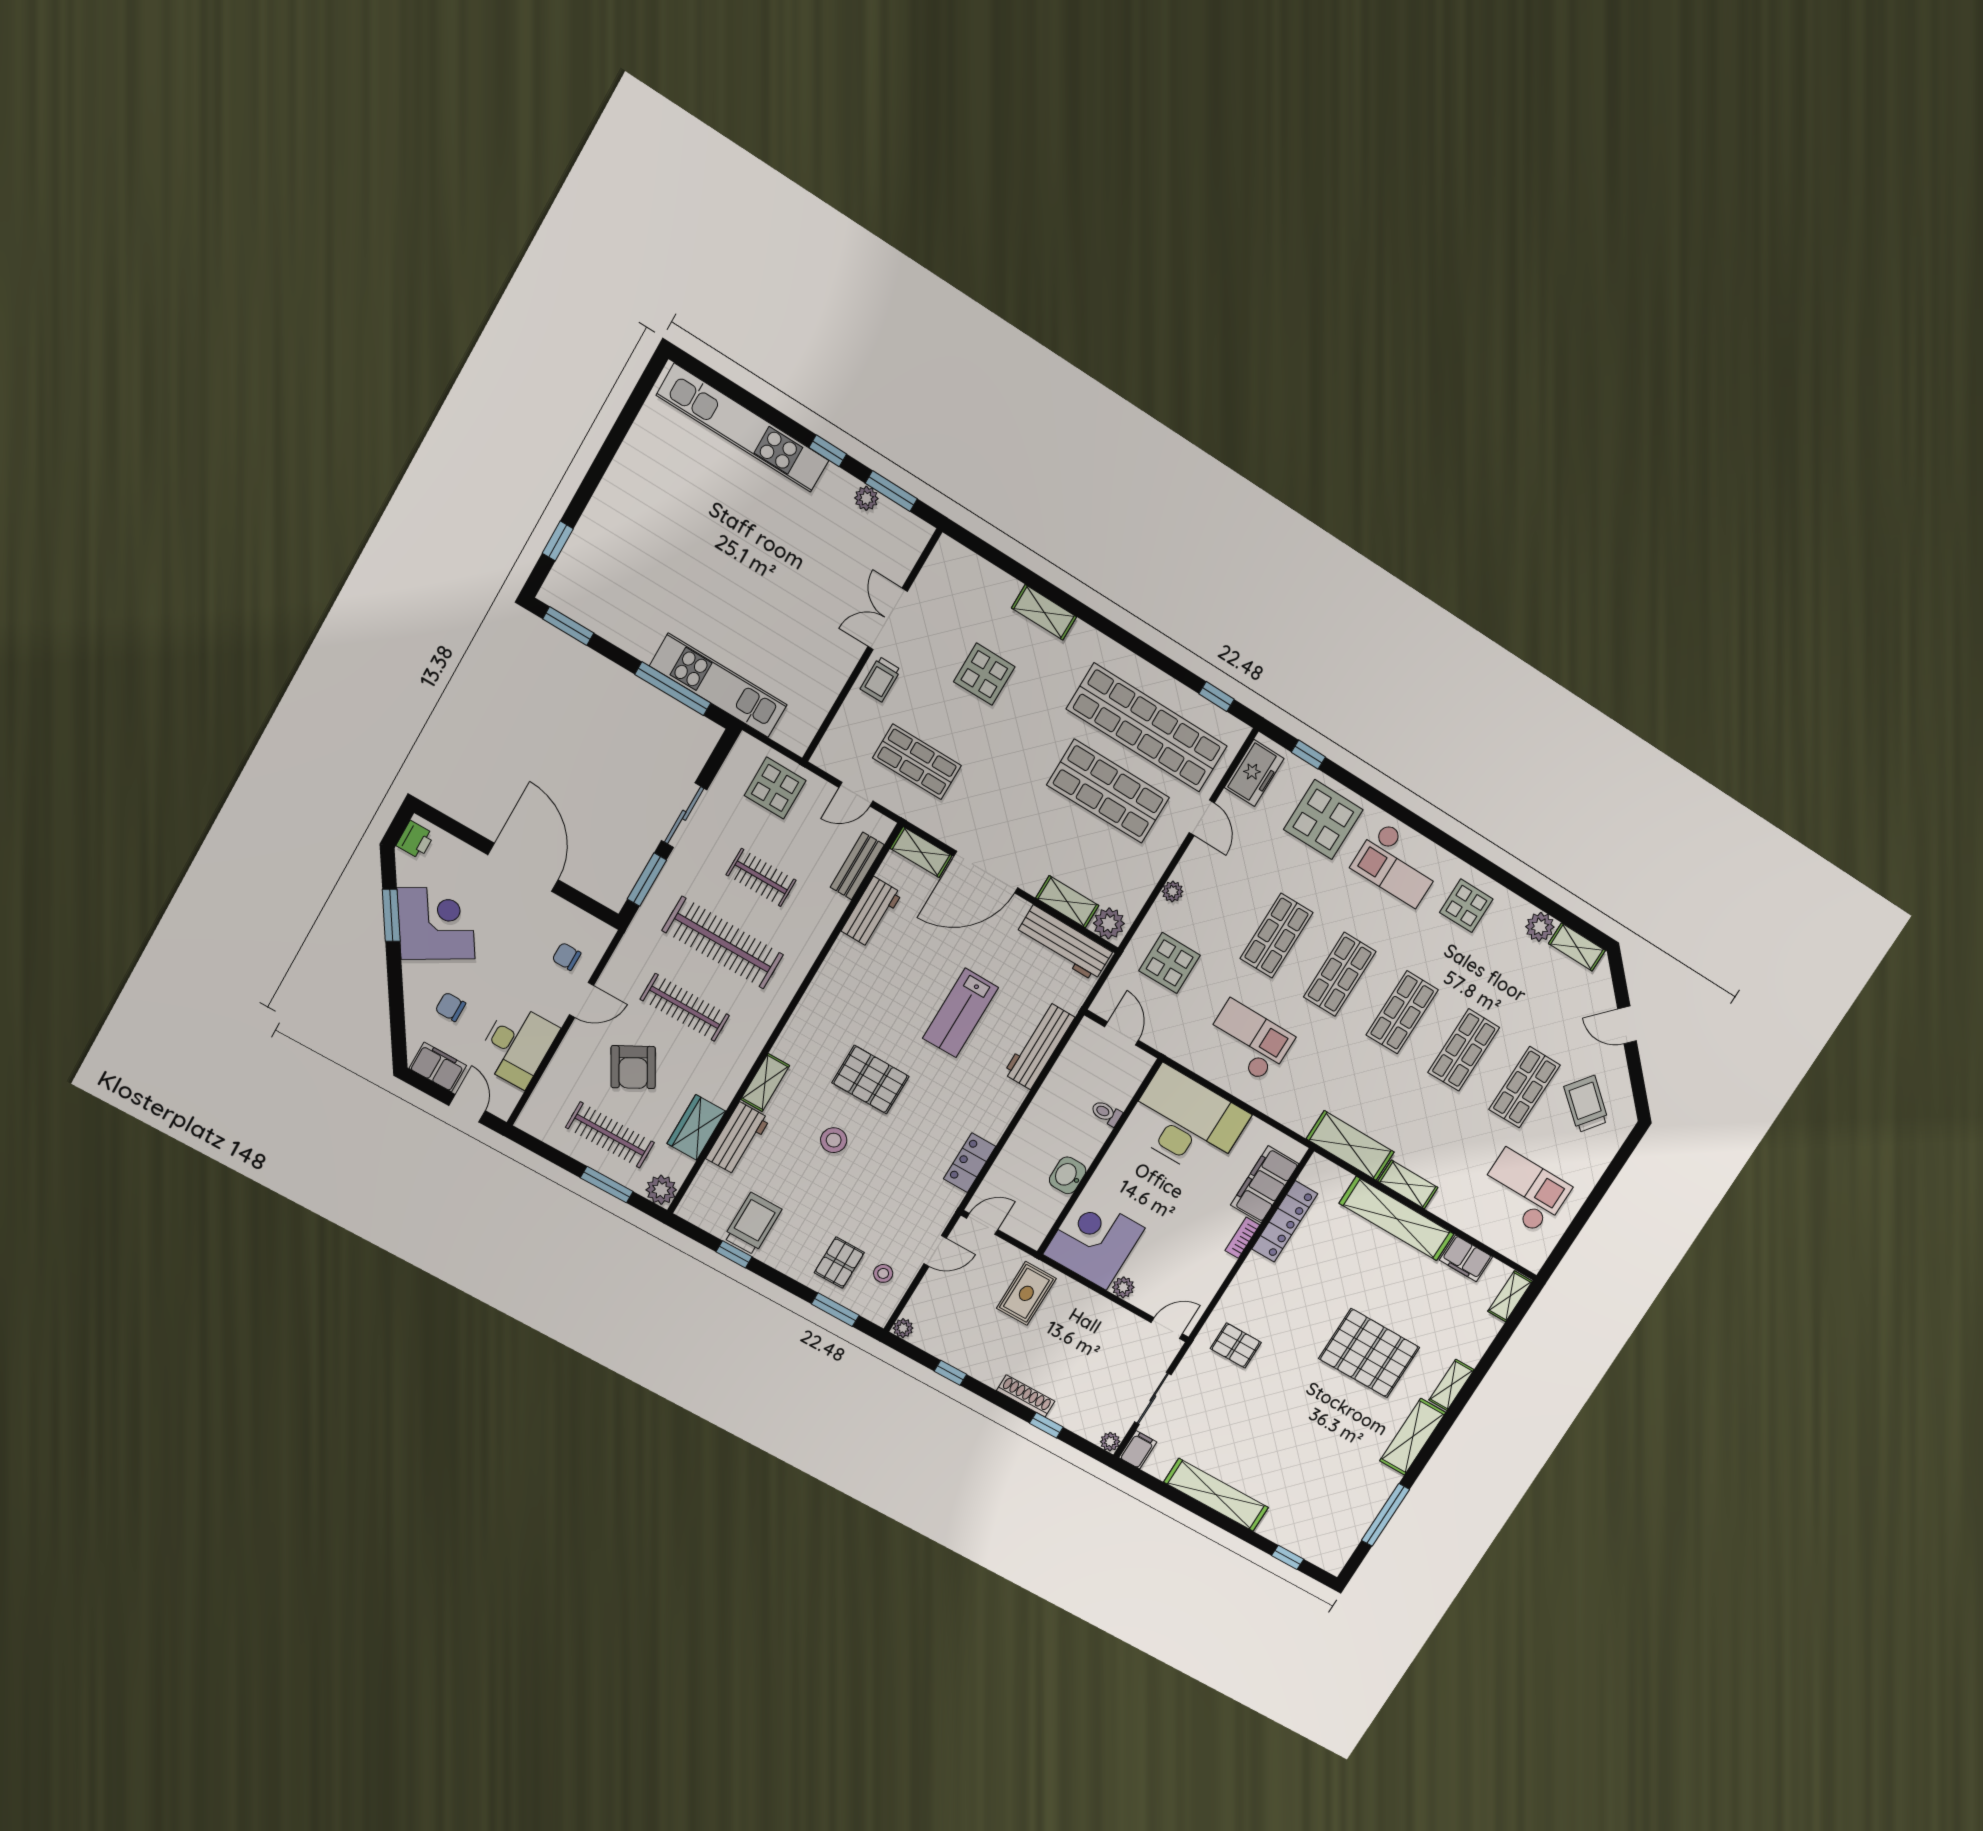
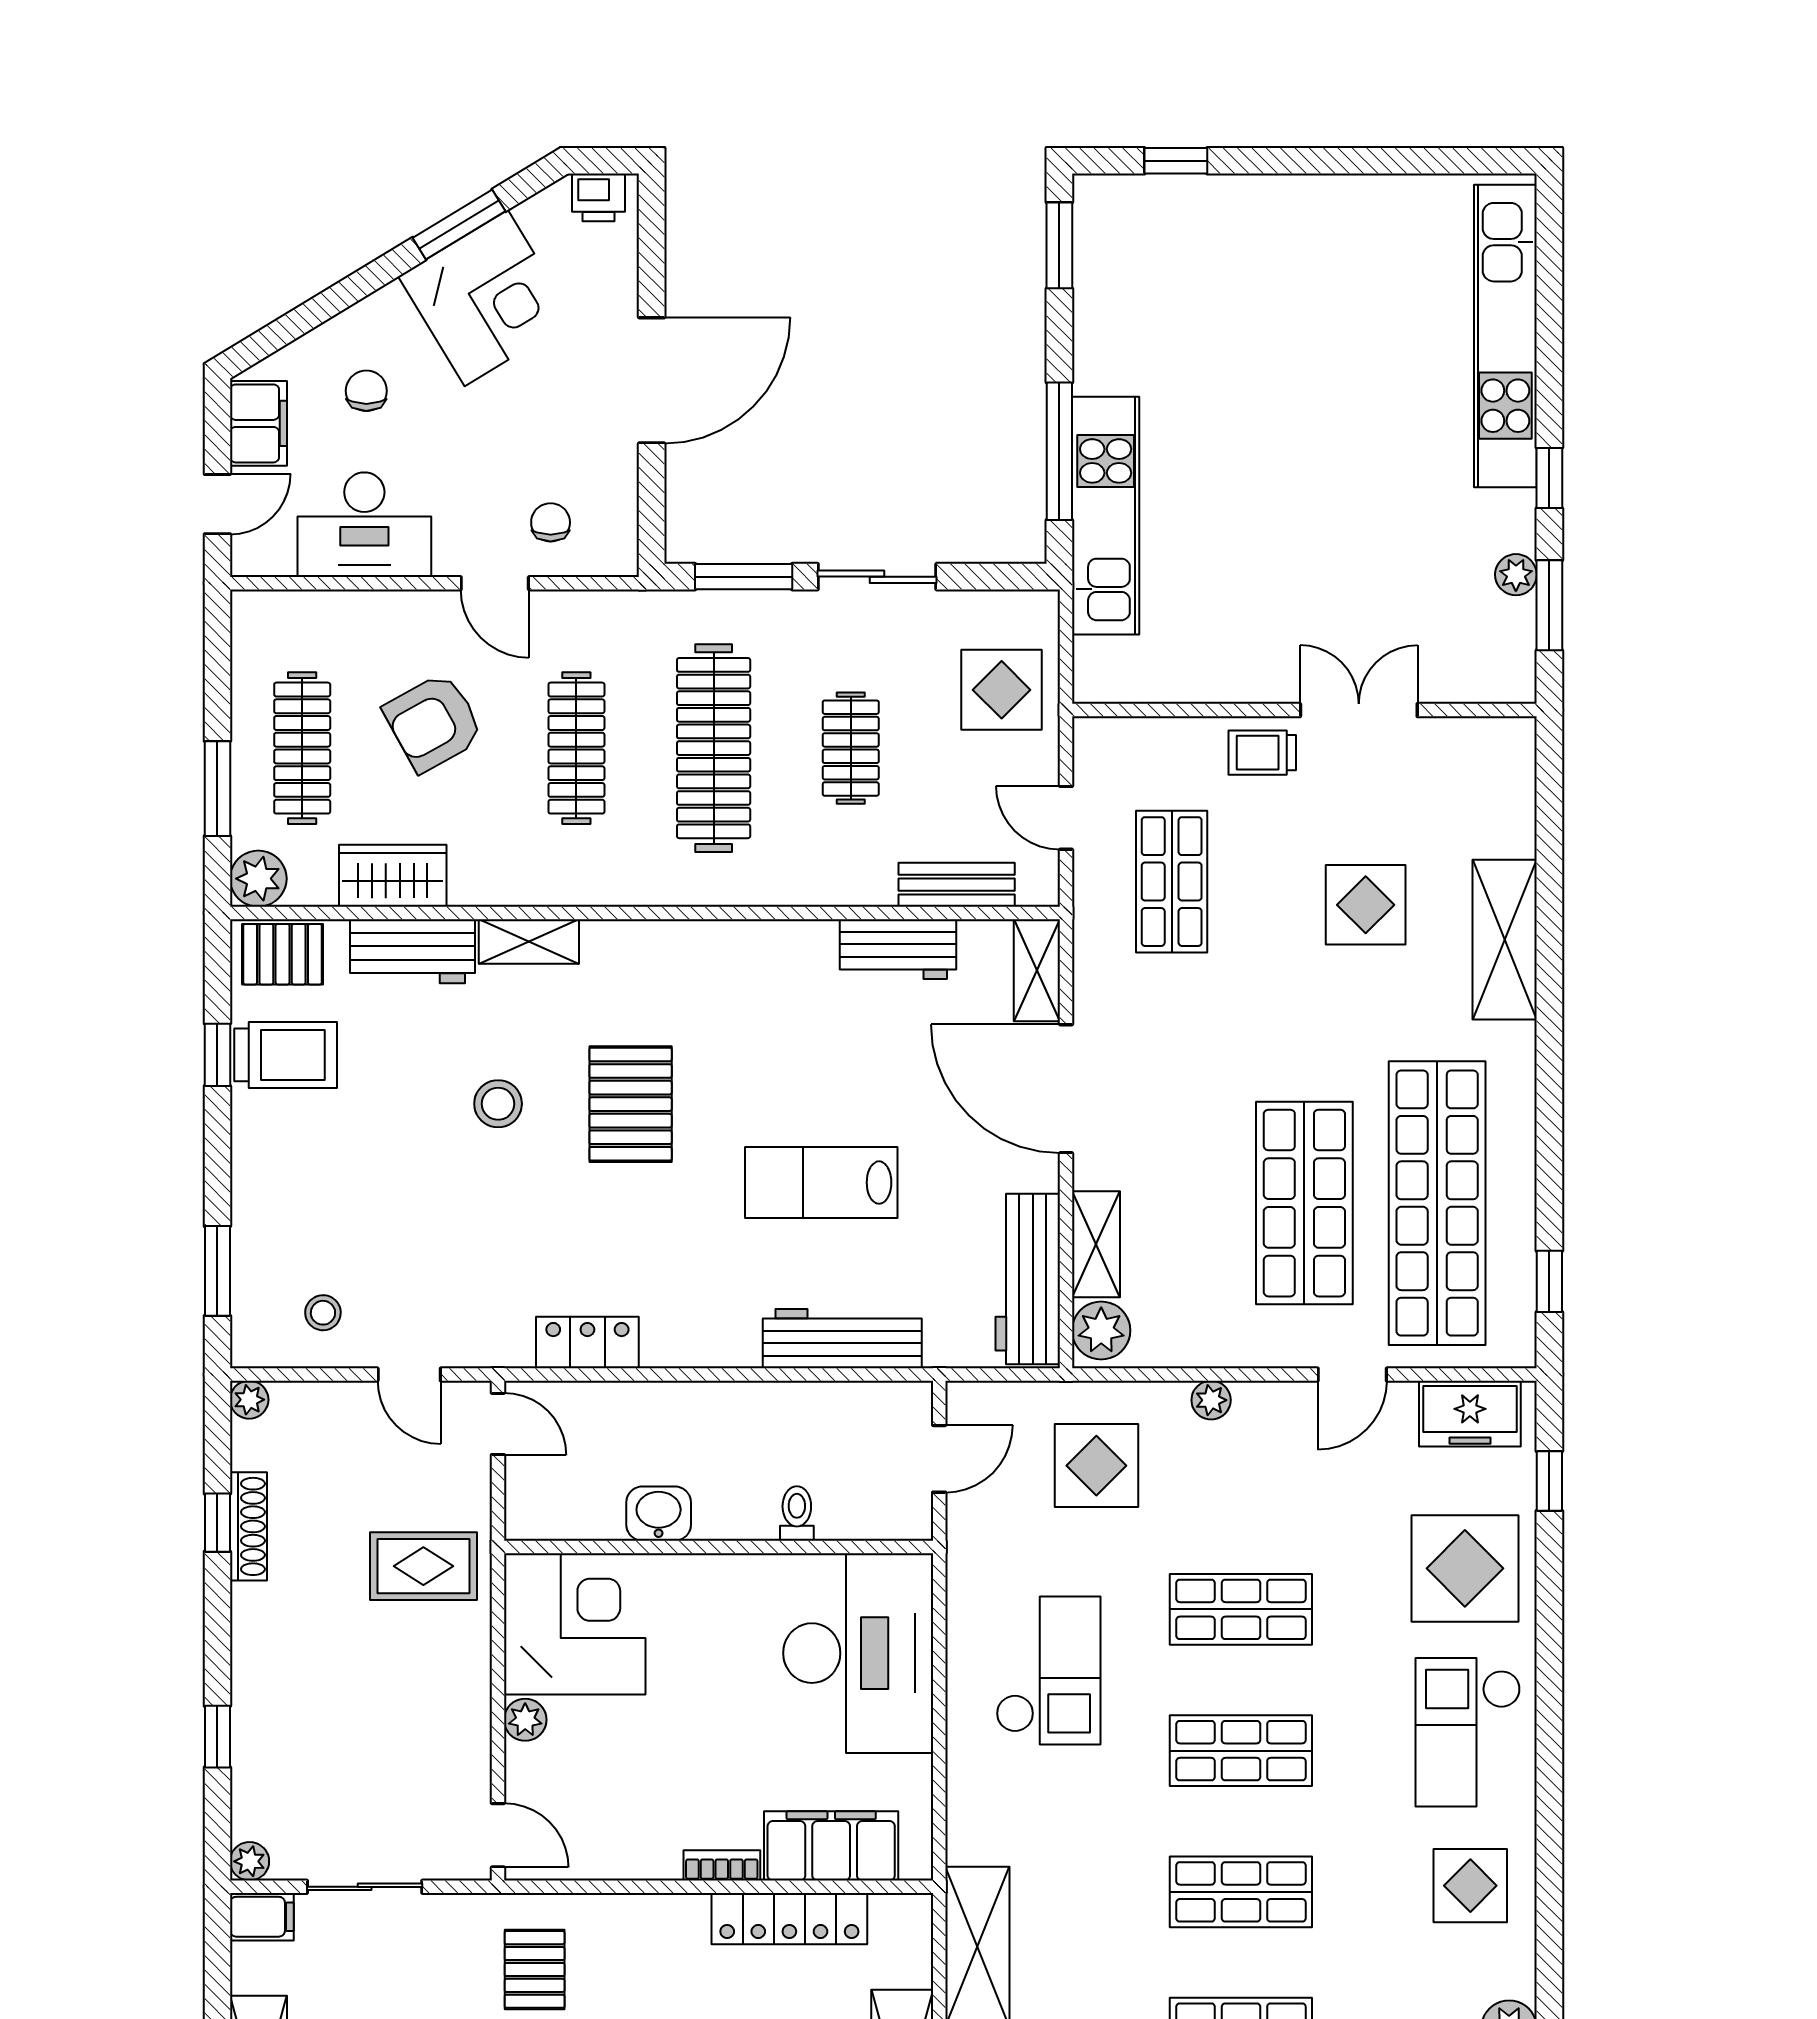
shelving: (1044, 612) -> (1505, 940), width x1.50, depth x1.33
pallet: (839, 1263) -> (283, 954), moved
shoe rack: (1026, 1396) -> (249, 1526), moved

